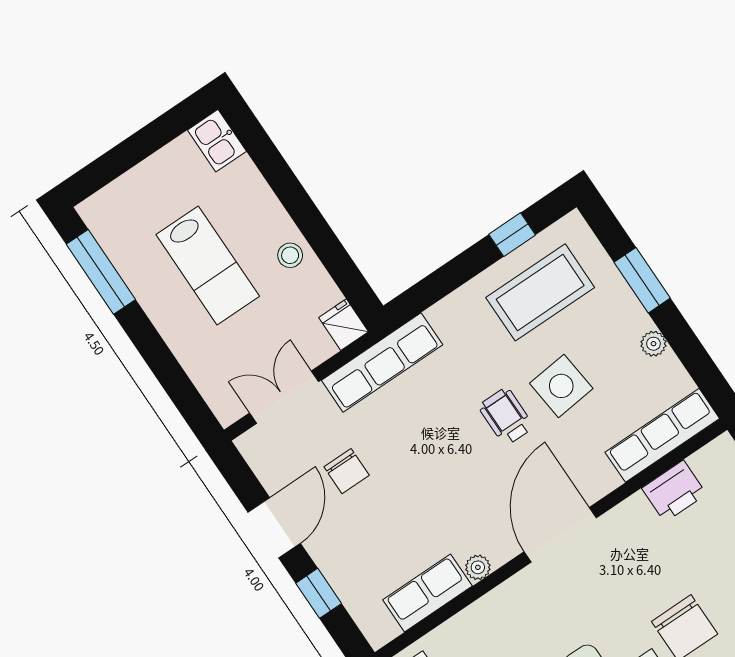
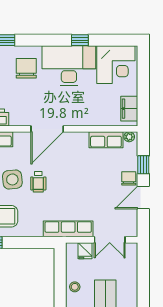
fridge: (344, 325) -> (85, 251), moved
chair: (347, 471) -> (129, 178), moved
plant: (478, 567) -> (129, 137), moved

